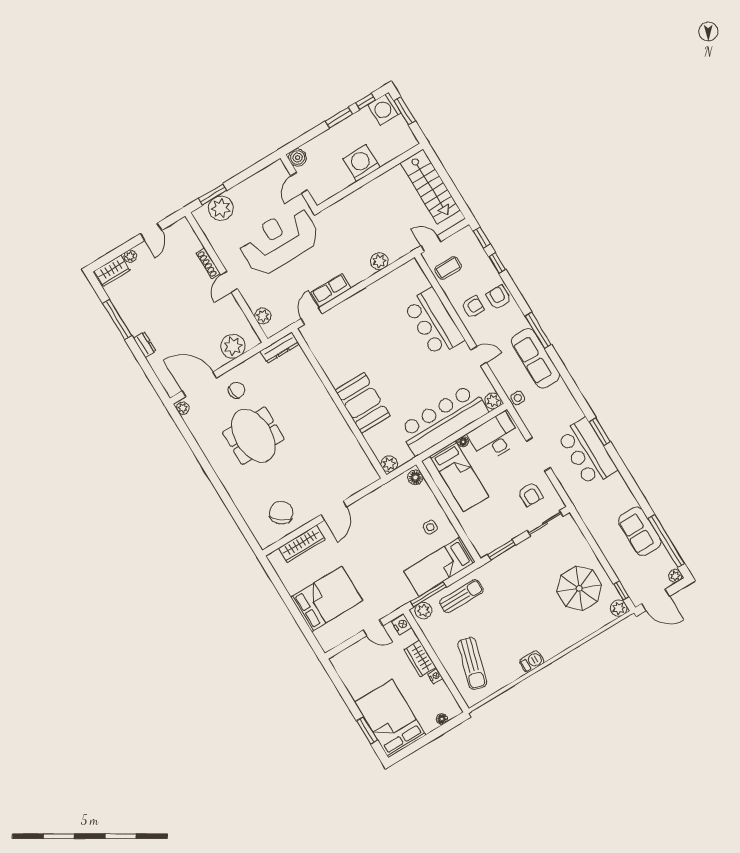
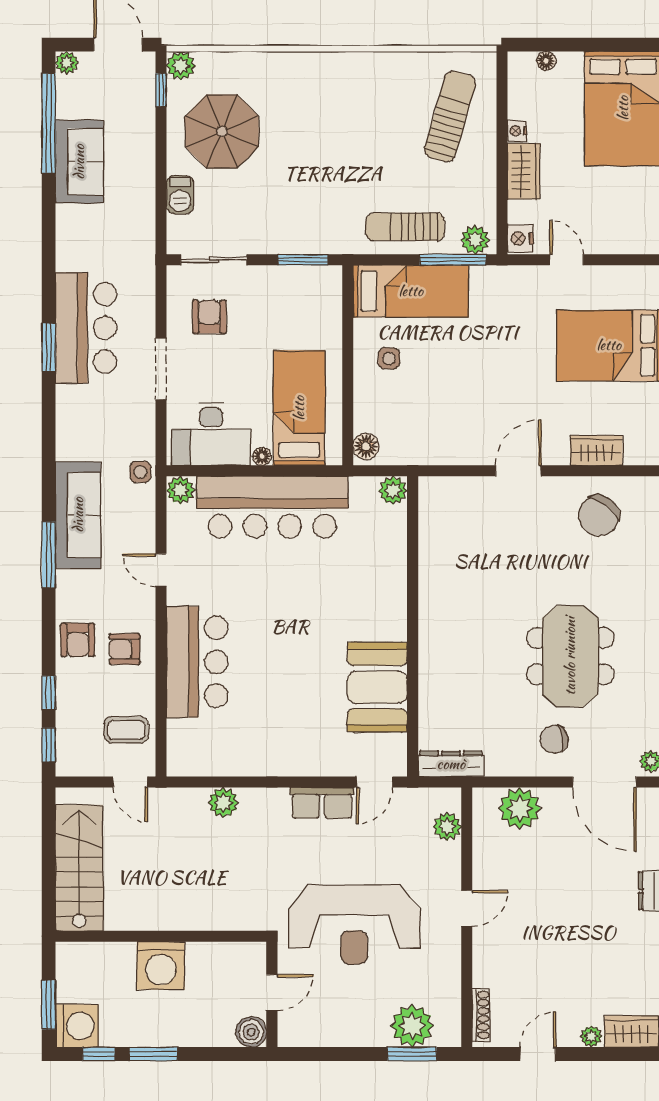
shoe rack: (208, 263) -> (481, 1015), moved
booth: (363, 403) -> (377, 687), moved
wardrobe: (302, 544) -> (596, 450), width x0.67
barbecue: (532, 662) -> (180, 195), moved, turned -90

